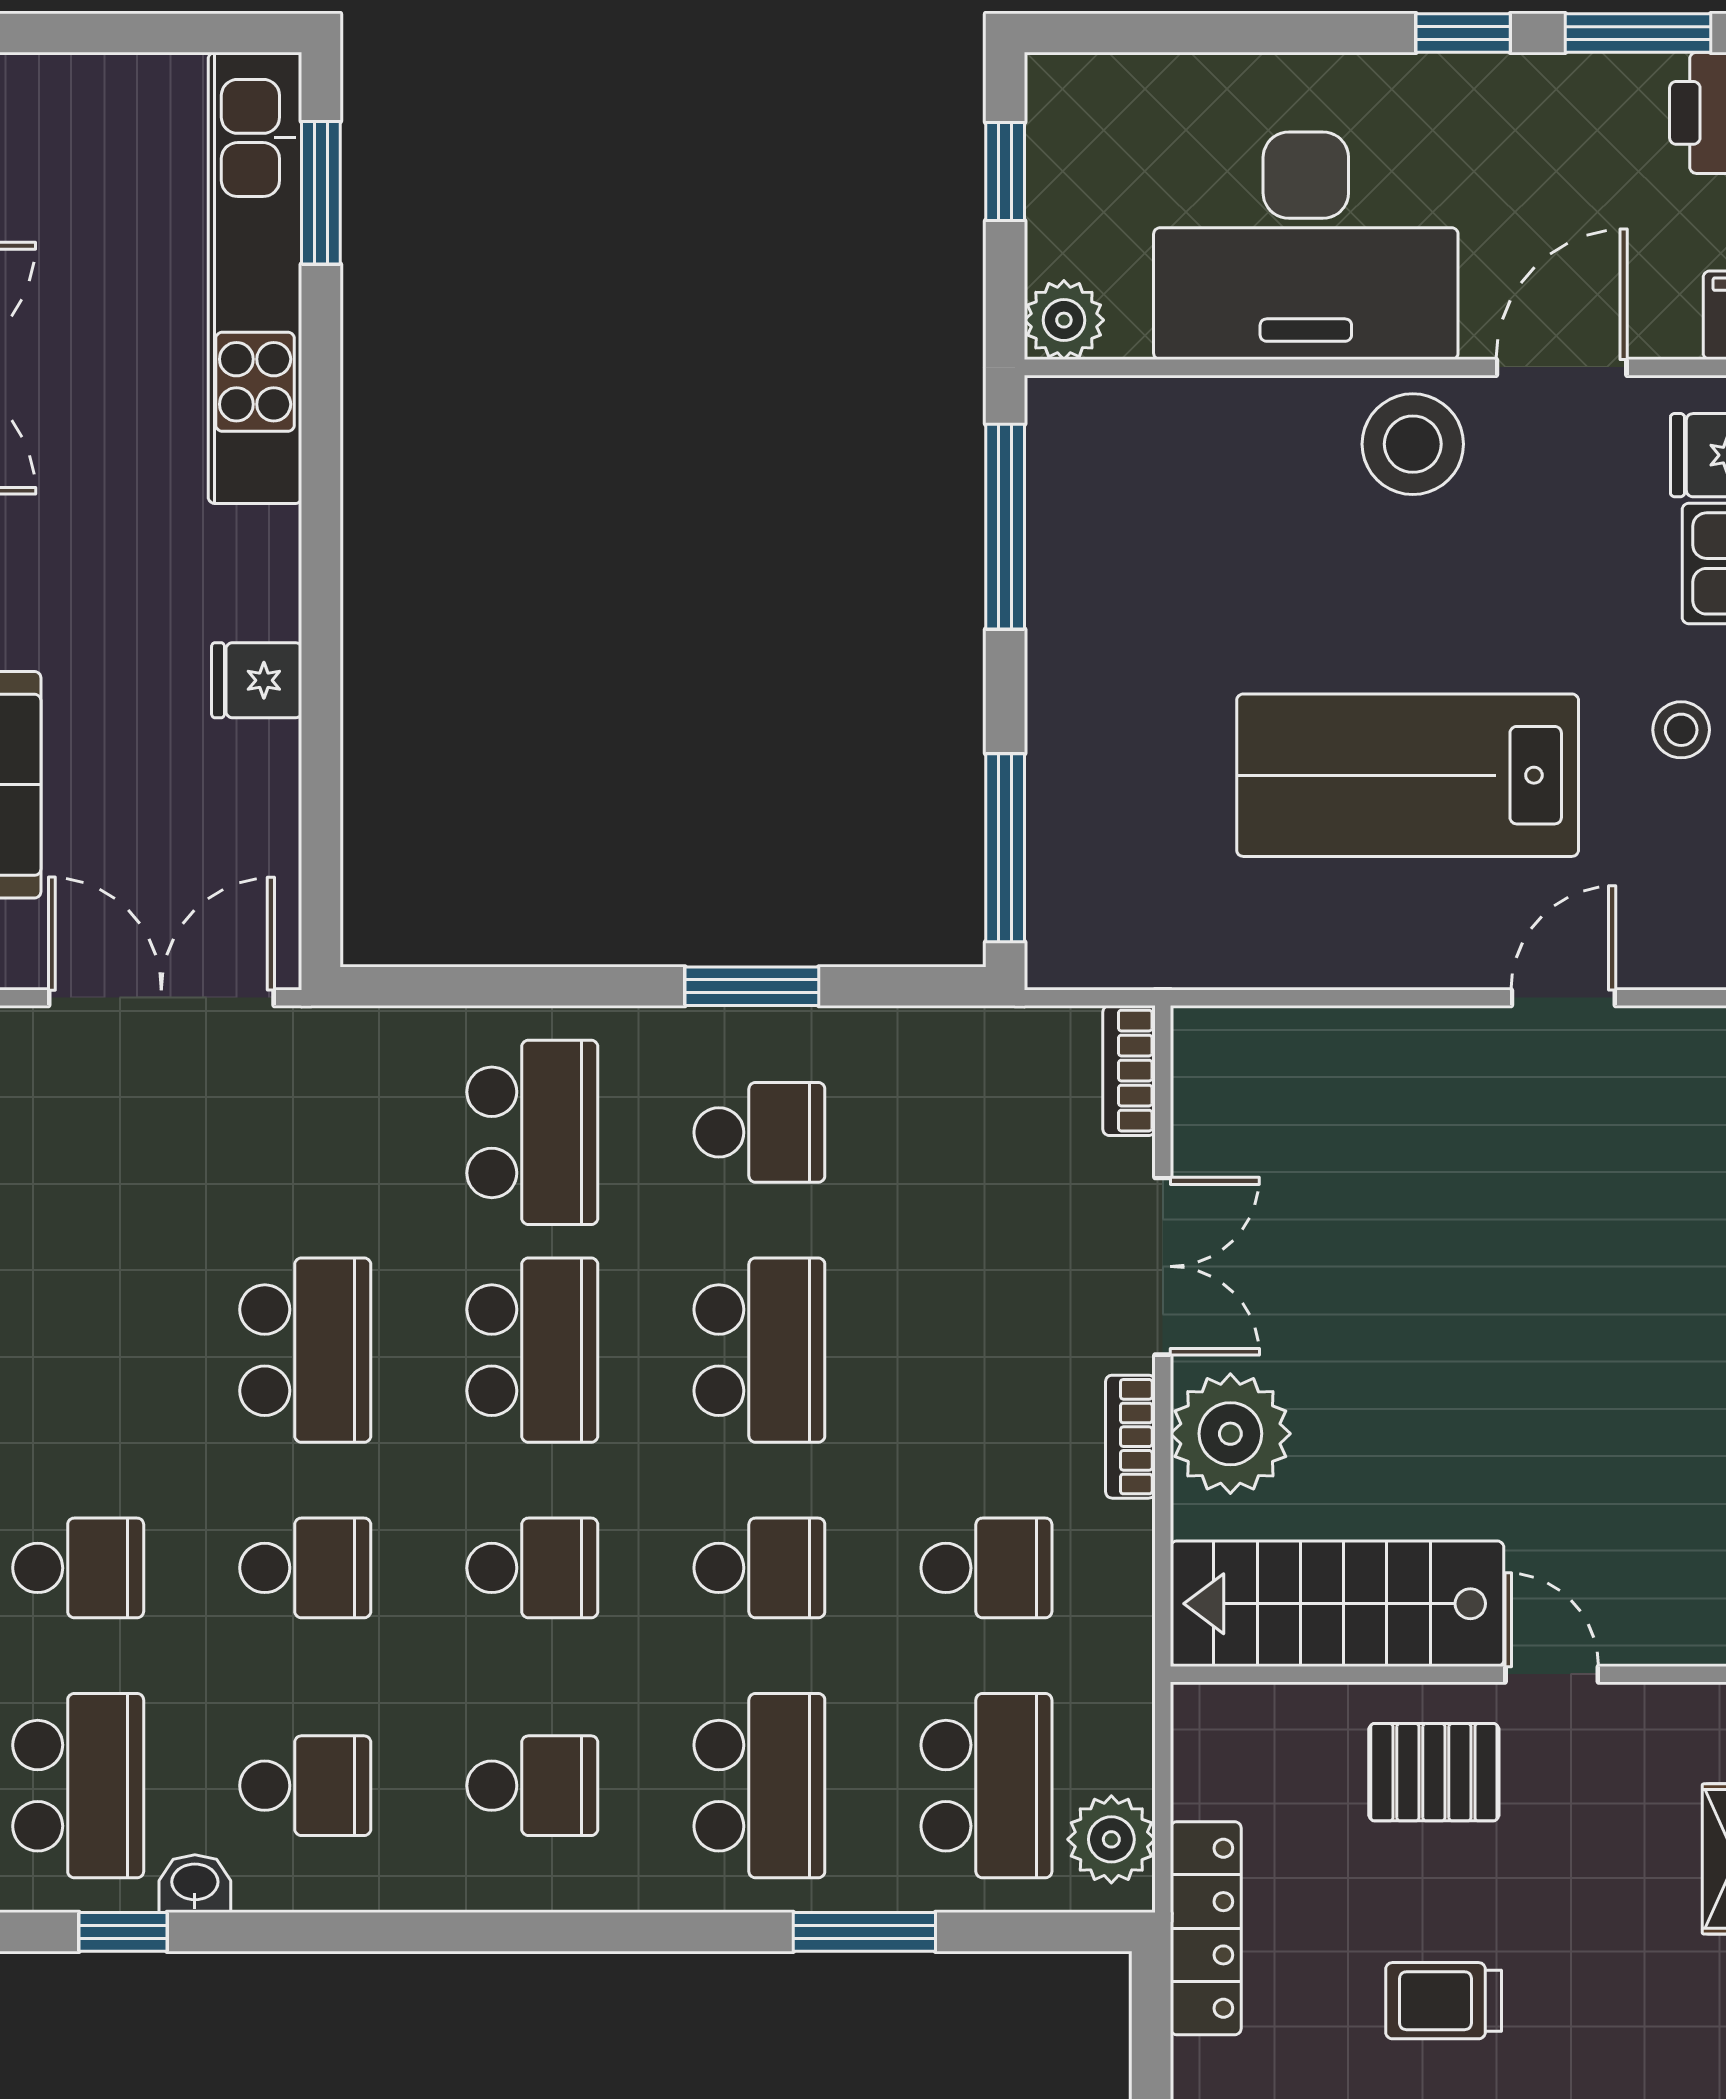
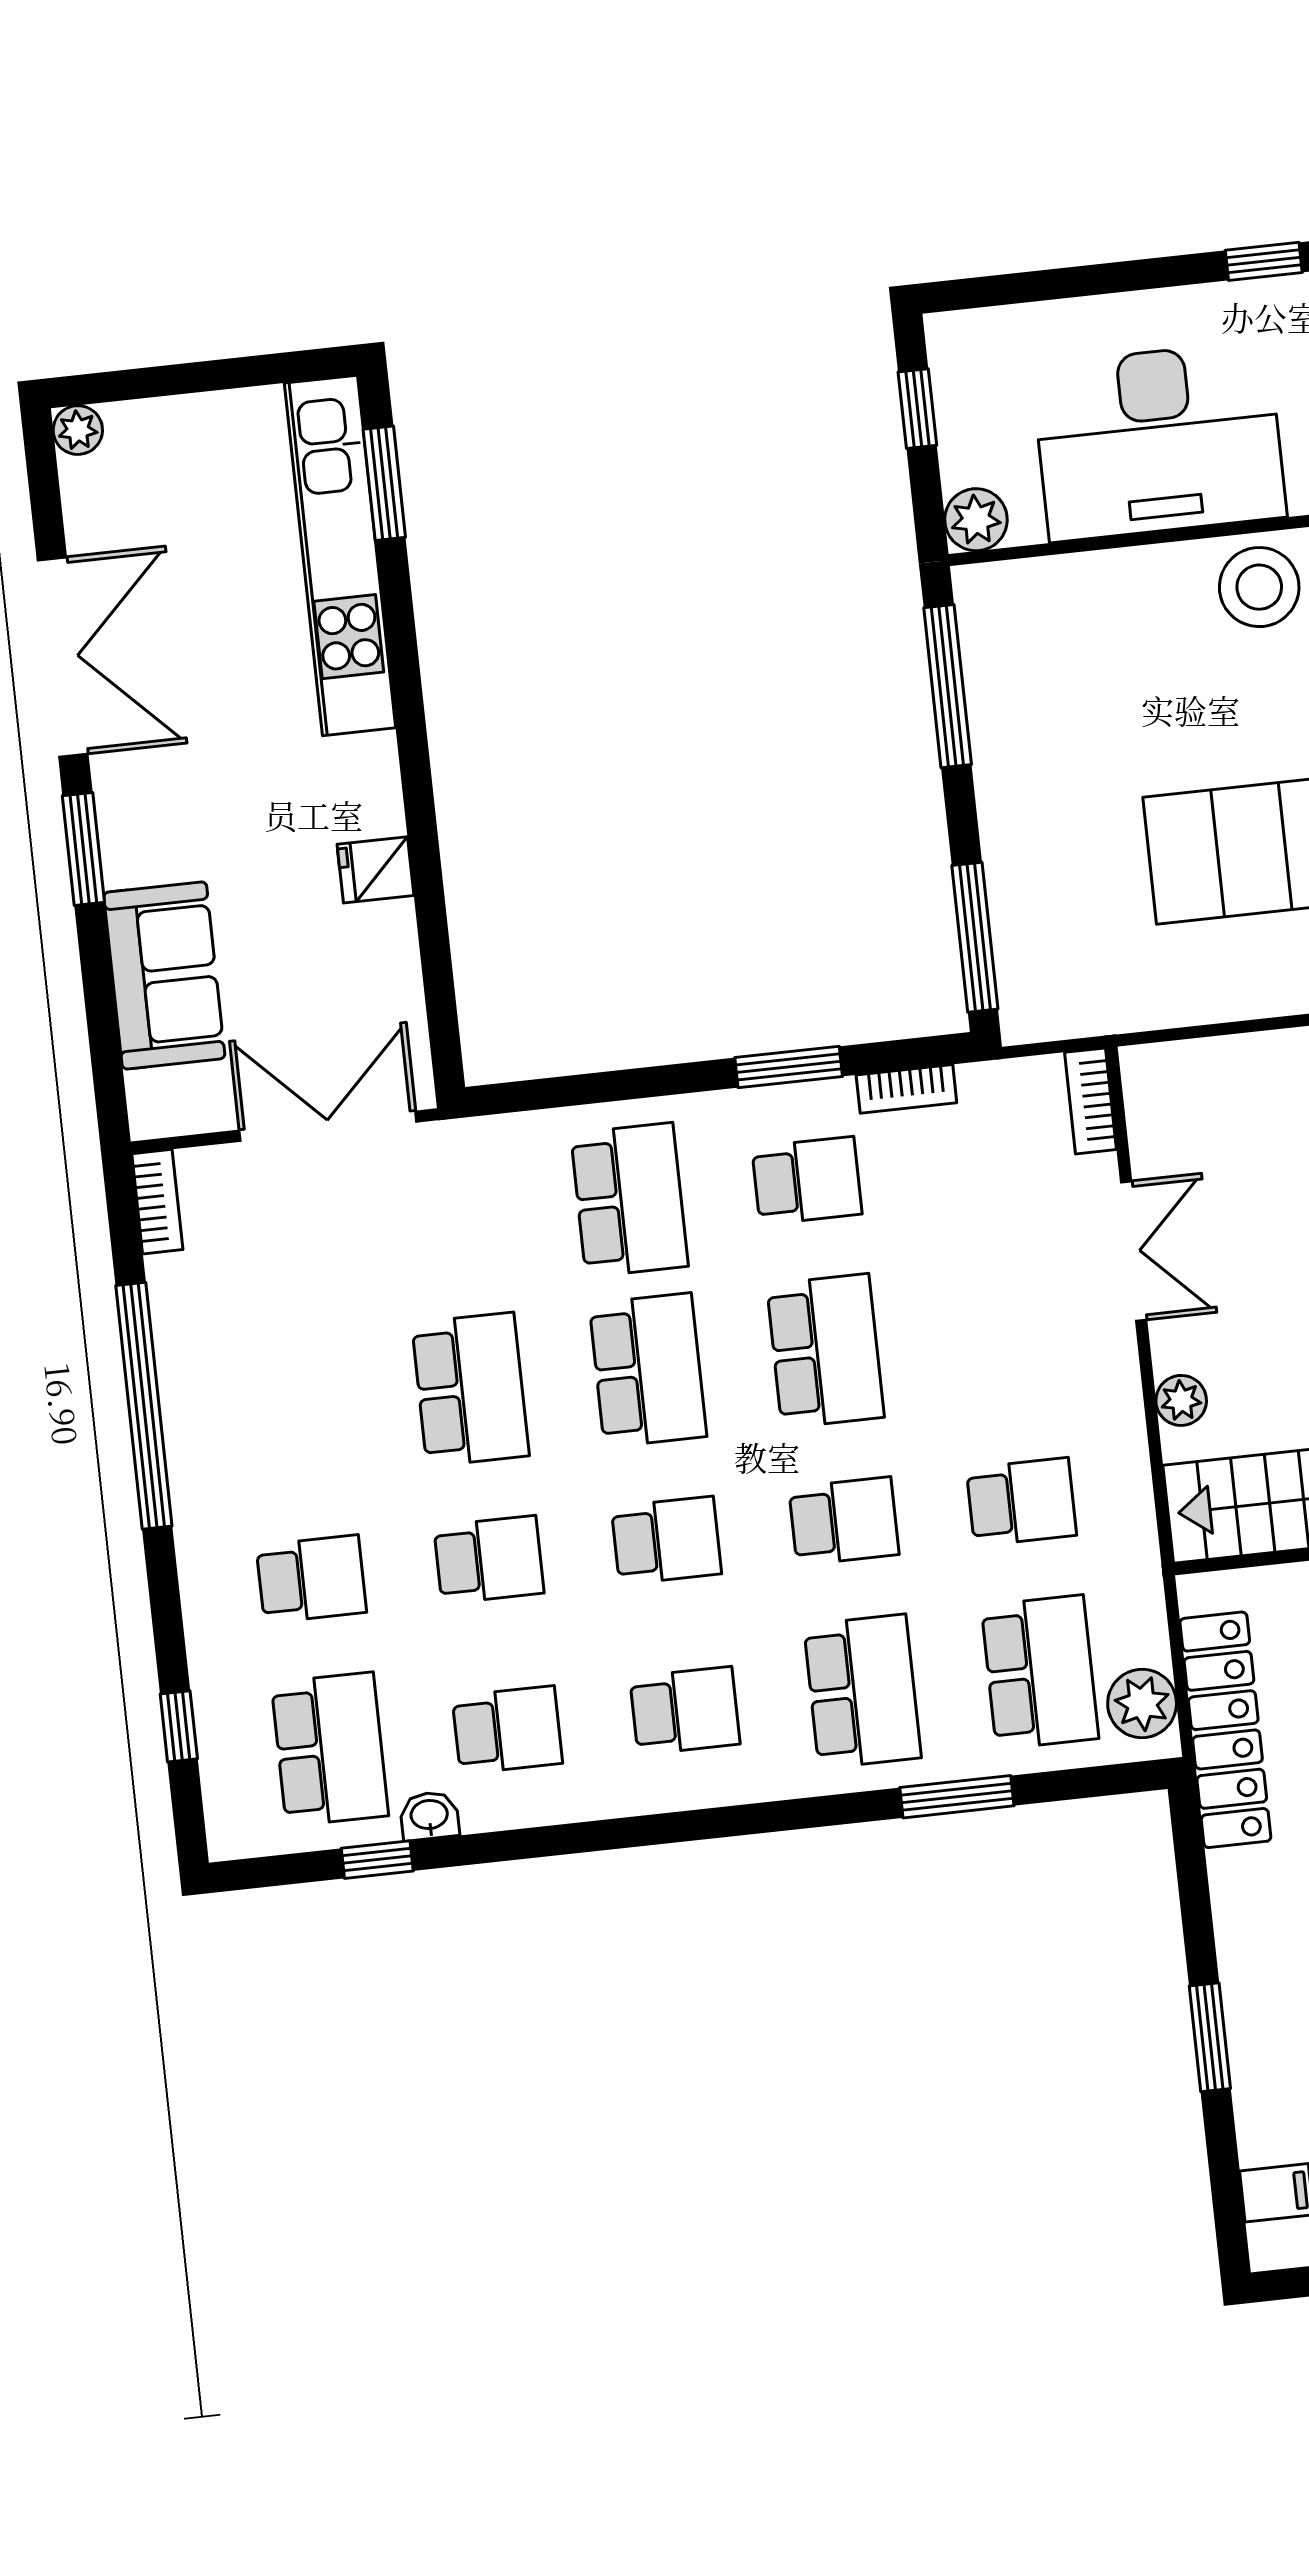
plant: (1230, 1434) -> (1181, 1400), width x0.53, depth x0.53
bookcase: (1130, 1437) -> (906, 1089), moved, turned -90
locker: (1206, 1928) -> (1225, 1730), width x1.41, depth x1.21

